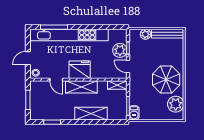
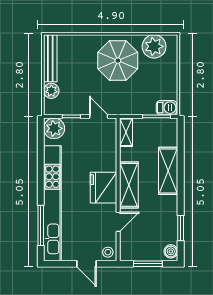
plant: (120, 50) -> (54, 128), moved
door: (128, 66) -> (99, 116), swing flipped
boiler: (36, 116) -> (171, 251), added

